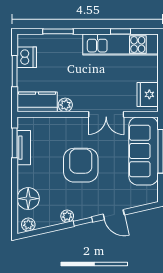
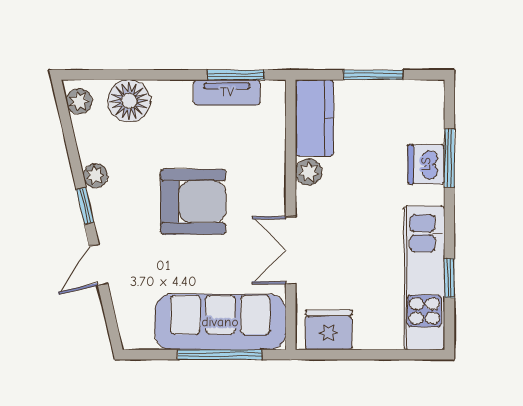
dishwasher: (27, 57) -> (426, 164), moved, turned 90

